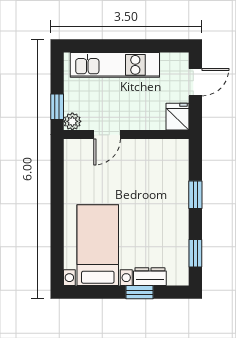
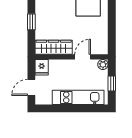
window: (57, 107) -> (112, 84), moved
wardrobe: (157, 151) -> (54, 47), added

